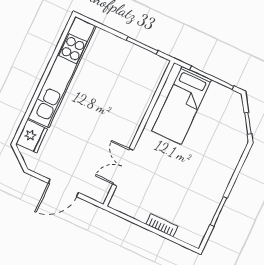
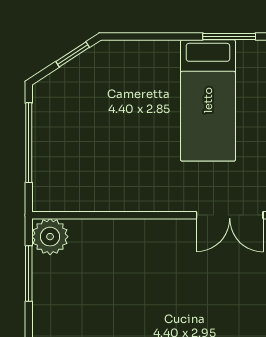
plant: (156, 66) -> (50, 237), added
bed: (182, 105) -> (208, 100), moved, turned 90

